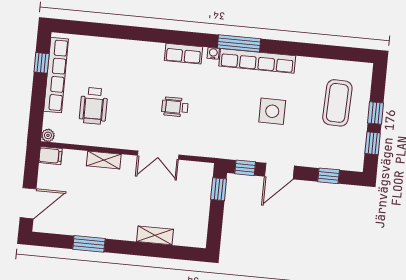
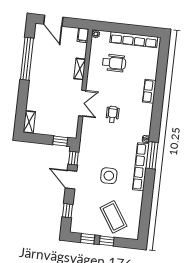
row of seats: (183, 54) -> (149, 91), moved
window: (42, 63) -> (142, 31), removed
coffee table: (337, 103) -> (113, 217), turned 55
wheelchair: (94, 106) -> (114, 63), turned 180
double door: (158, 155) -> (82, 103), swing flipped
shelving: (155, 235) -> (29, 122), moved
window: (89, 244) -> (27, 59), width x2.11

